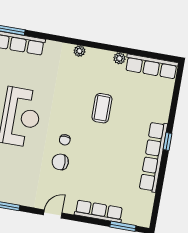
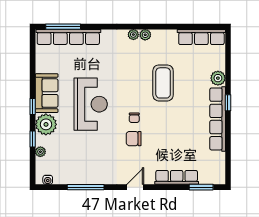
plant: (119, 58) -> (145, 35), moved
coffee table: (102, 108) -> (163, 83), width x1.36, depth x1.32
plant: (161, 113) -> (218, 78), added

